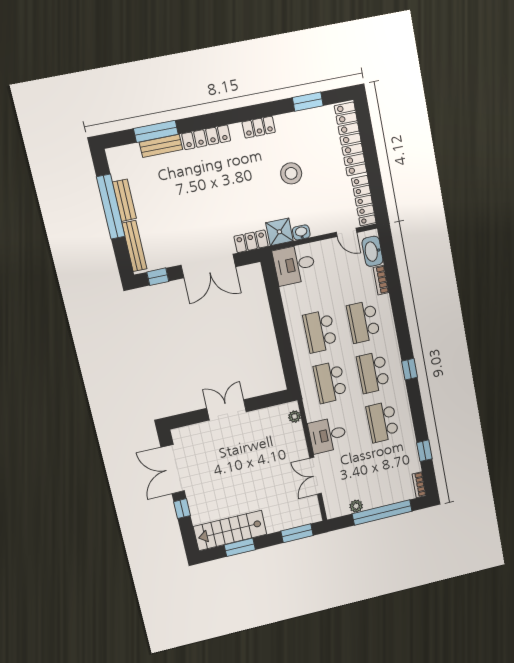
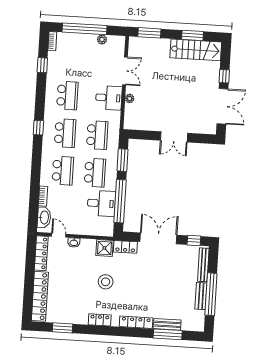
stool: (291, 173) -> (106, 282), moved
washbasin: (301, 232) -> (74, 243), moved
desk: (294, 265) -> (101, 203), moved
window: (276, 302) -> (120, 201), added
window: (287, 359) -> (123, 160), added
plant: (295, 417) -> (130, 98), moved

